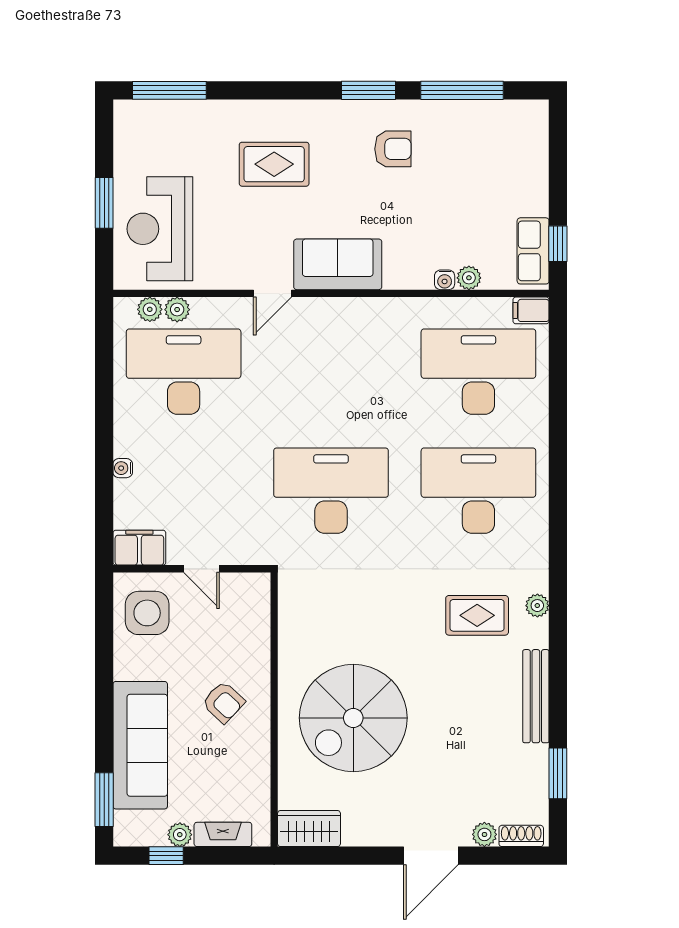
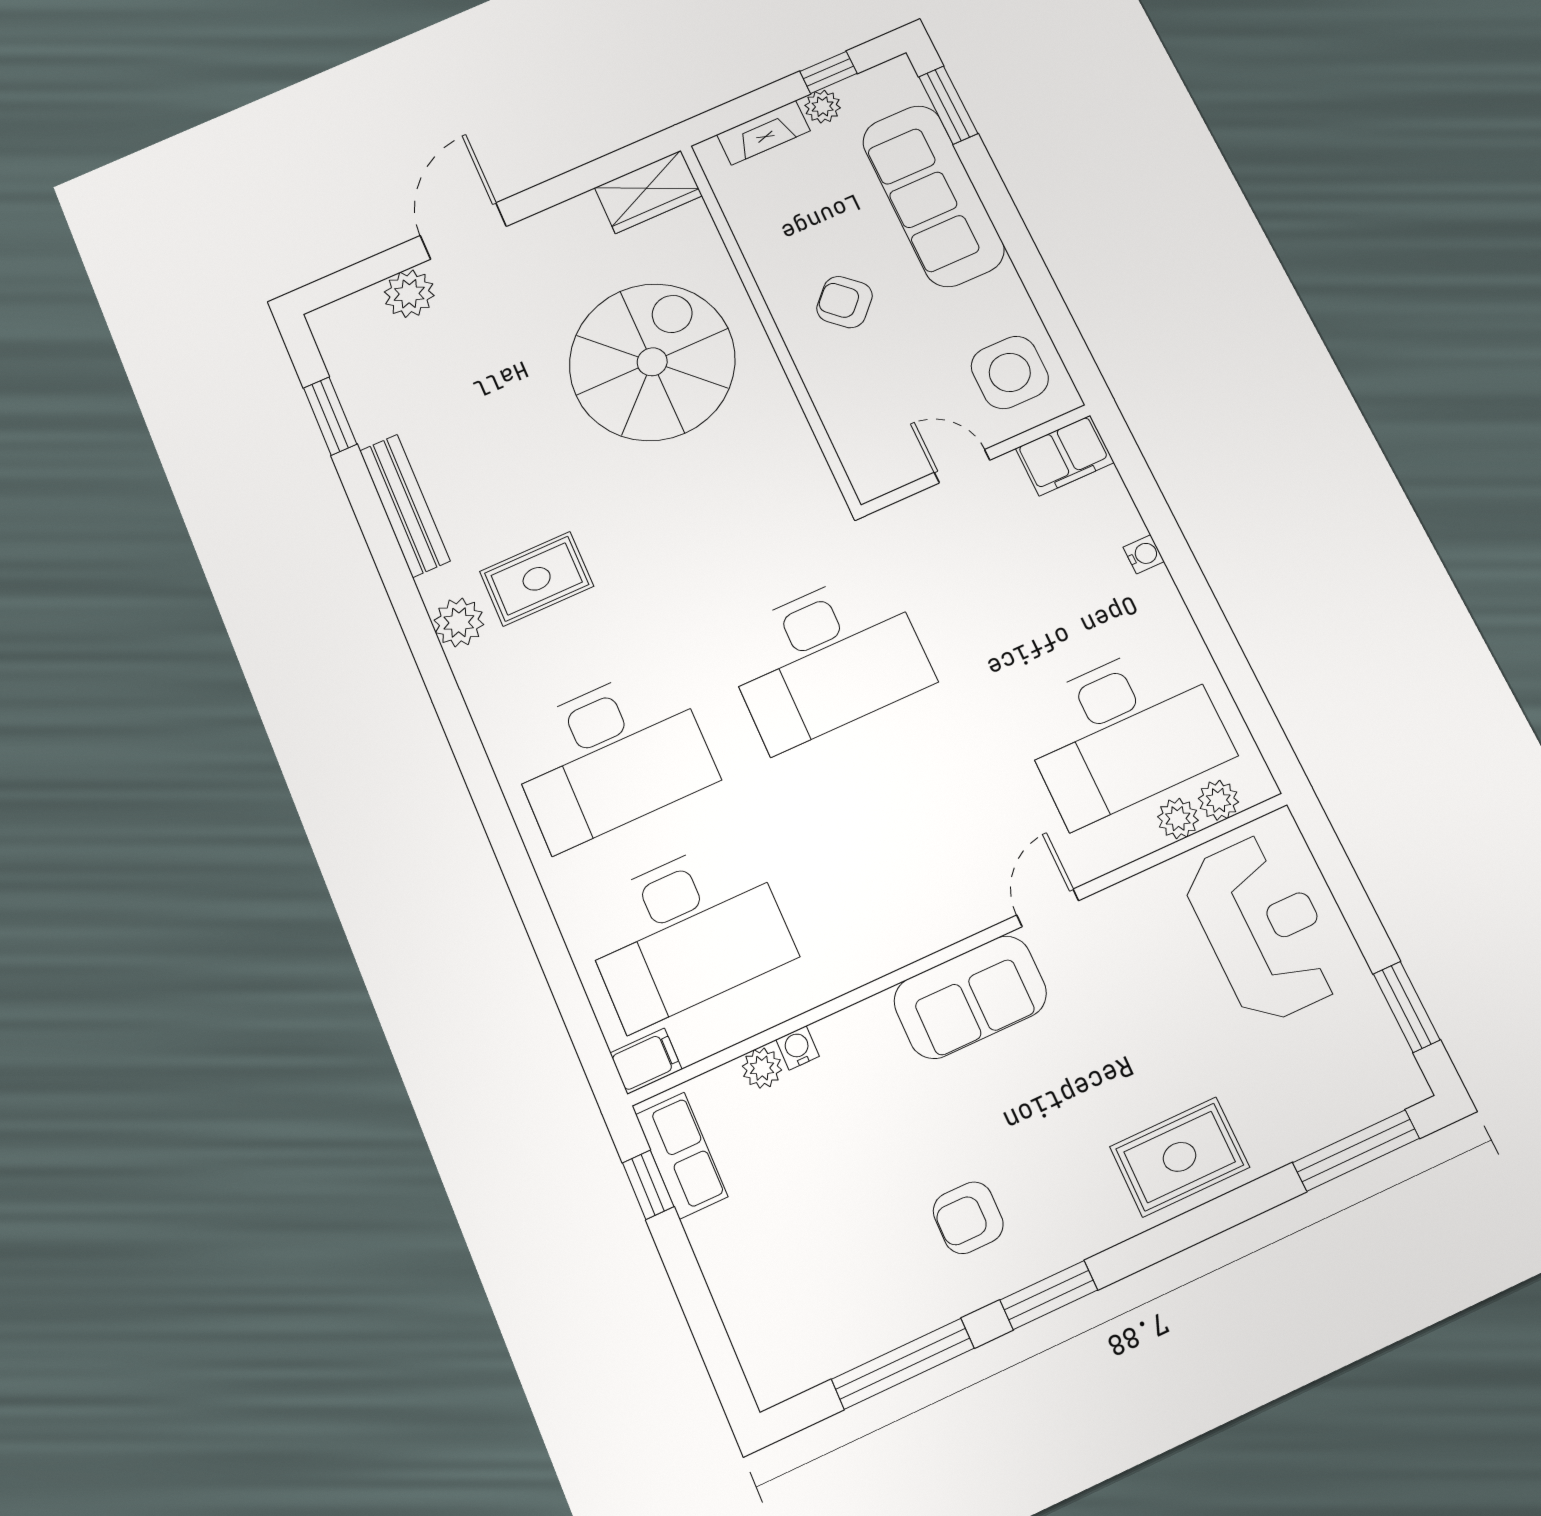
rug: (274, 164) -> (1180, 1157), moved
window: (104, 203) -> (1407, 1007), moved
plant: (537, 606) -> (459, 622), width x1.38, depth x1.38
plant: (484, 834) -> (409, 294), width x1.38, depth x1.38
shoe rack: (521, 836) -> (348, 311), removed

